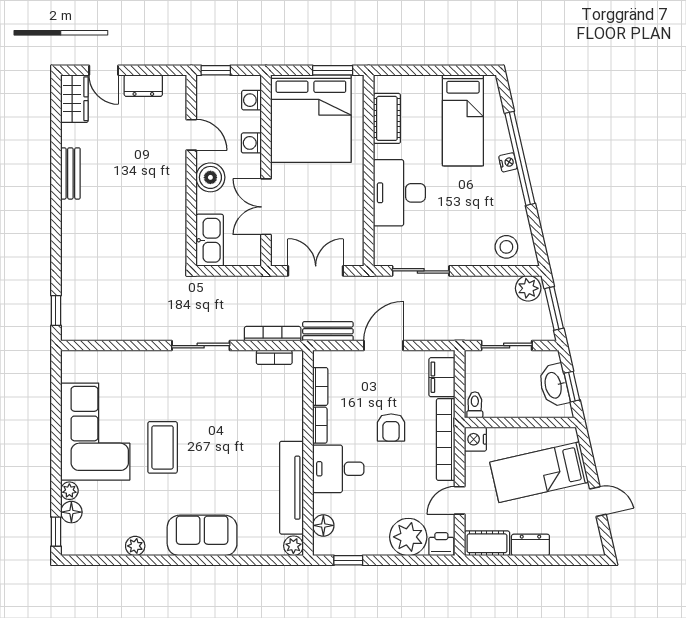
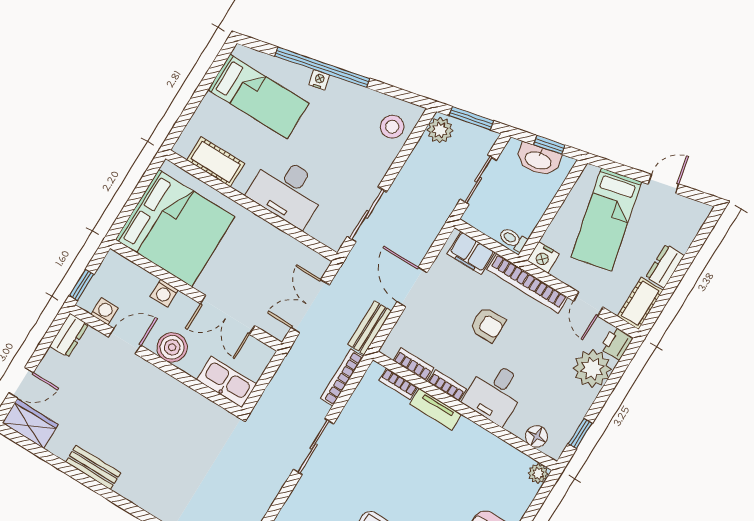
window: (333, 70) -> (144, 183), removed
dresser: (143, 86) -> (69, 335), moved
washing machine: (251, 100) -> (105, 311), moved, turned 180
bookcase: (274, 357) -> (398, 384), moved, turned 90
tv unit: (291, 488) -> (435, 409), moved, width x0.52, depth x0.78

